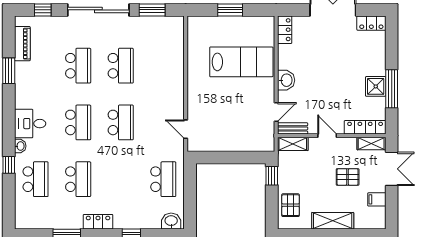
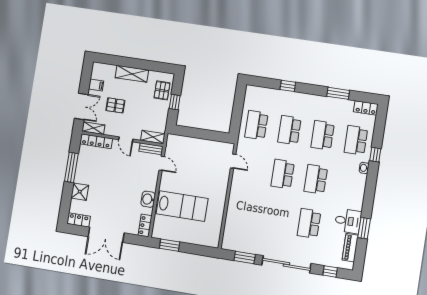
window: (230, 10) -> (170, 245), moved
lab bench: (241, 62) -> (182, 206), turned 180
school desk: (121, 66) -> (289, 130), moved
washbasin: (286, 80) -> (148, 199), moved
shower: (376, 86) -> (80, 192), moved
door: (276, 112) -> (162, 163), swing flipped
desk: (30, 124) -> (348, 221), moved
double door: (392, 169) -> (81, 106), swing flipped
window: (272, 176) -> (175, 102), moved
washbasin: (171, 221) -> (255, 92), removed
locker: (98, 222) -> (366, 108), moved

